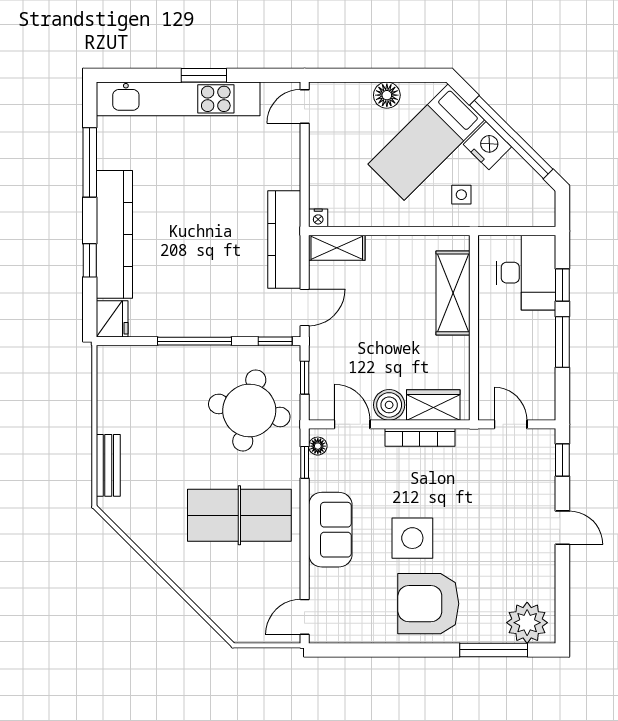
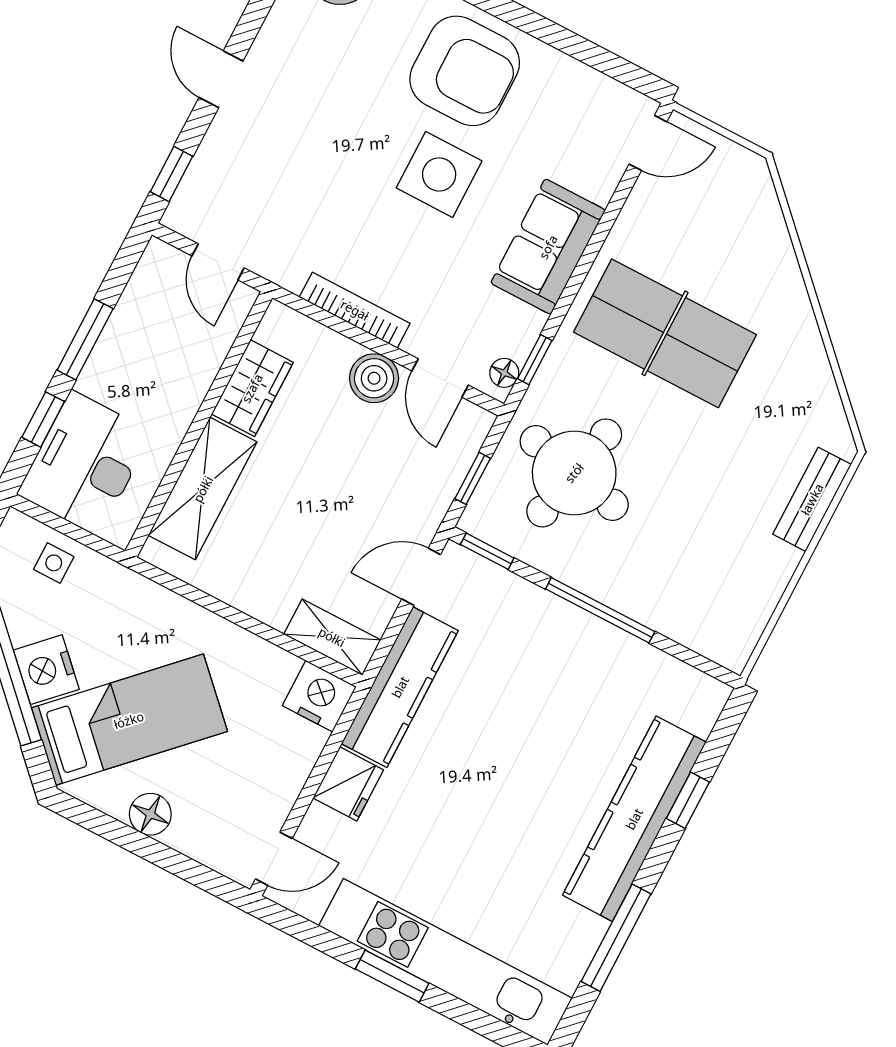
side table: (461, 195) -> (54, 563), moved
nightstand: (318, 218) -> (319, 696), width x1.89, depth x1.79
fridge: (112, 319) -> (348, 784), moved, turned 180
wardrobe: (433, 405) -> (252, 388), moved, turned -90

